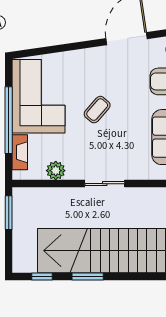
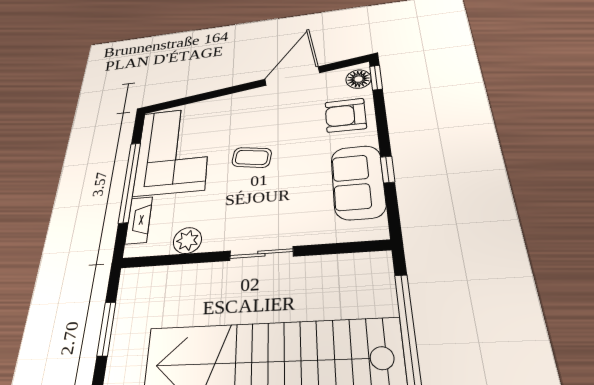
coffee table: (97, 110) -> (252, 157), turned 58
window: (9, 213) -> (106, 329), moved

